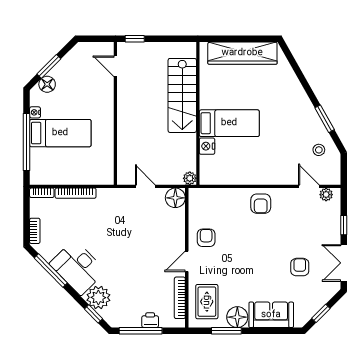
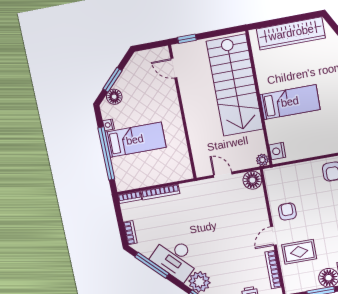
stairs: (182, 95) -> (235, 85), width x1.36, depth x1.51
nightstand: (207, 146) -> (277, 151), moved
rug: (207, 302) -> (299, 252), moved, turned 90

